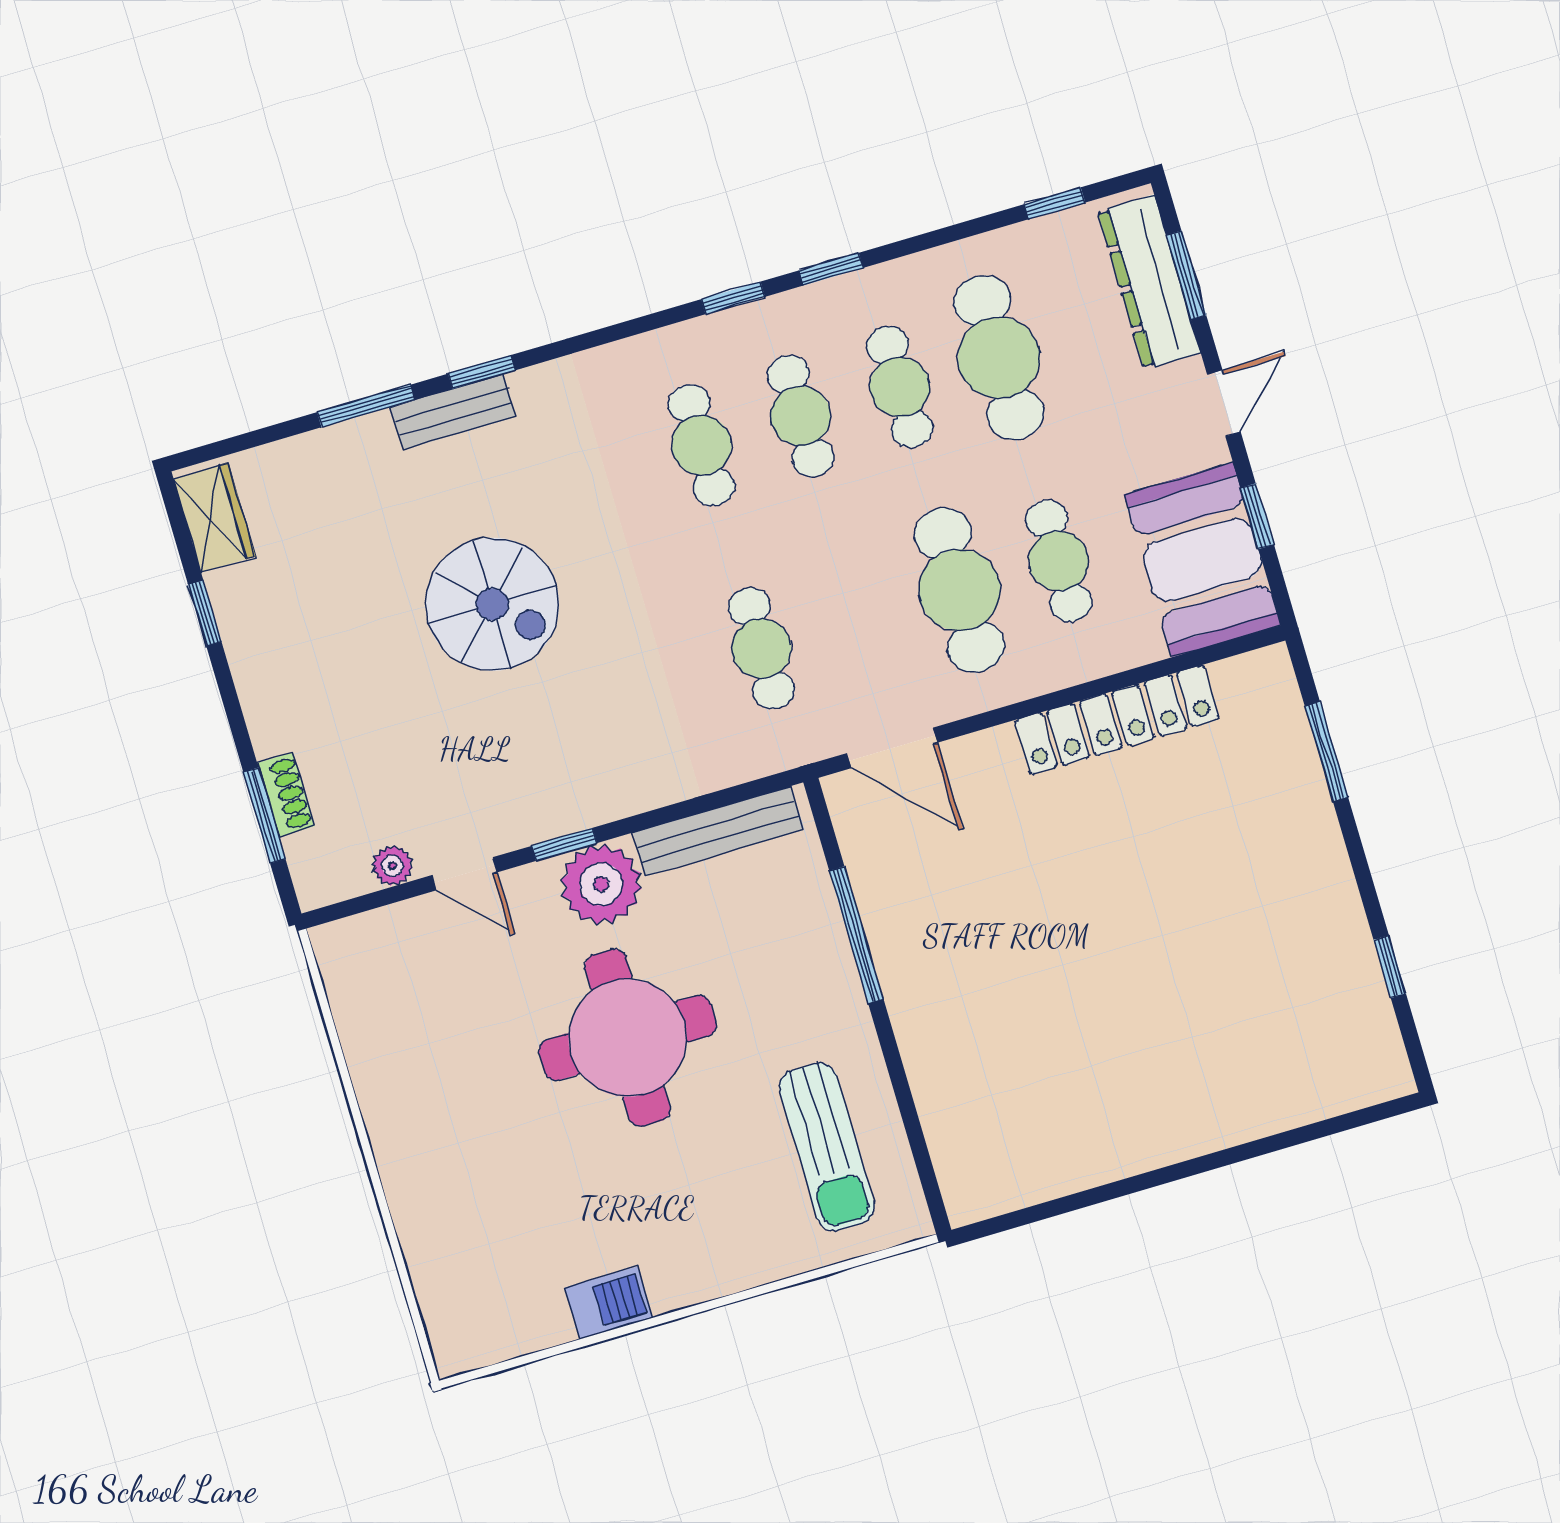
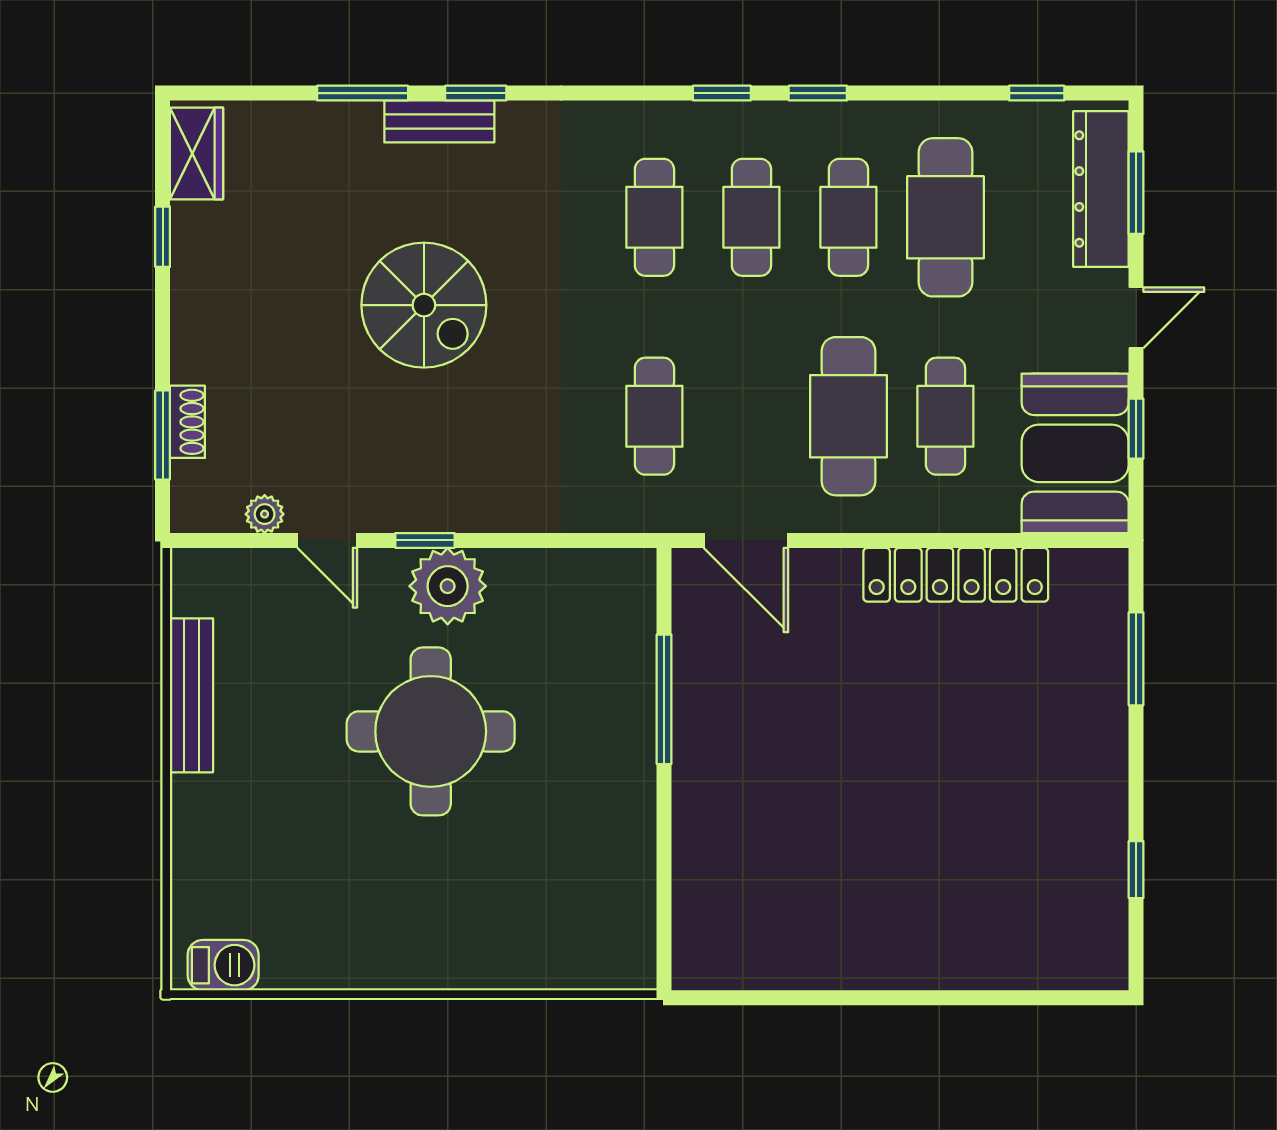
bench: (718, 831) -> (191, 695), moved, turned 90
sun lounger: (827, 1147) -> (581, 882), removed
barbecue: (609, 1303) -> (223, 965), moved

